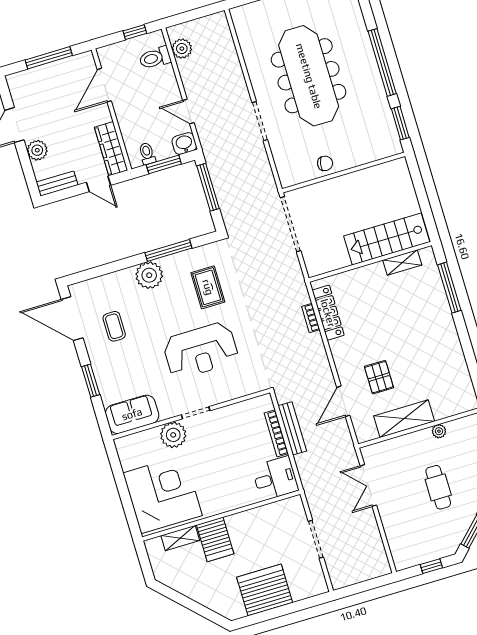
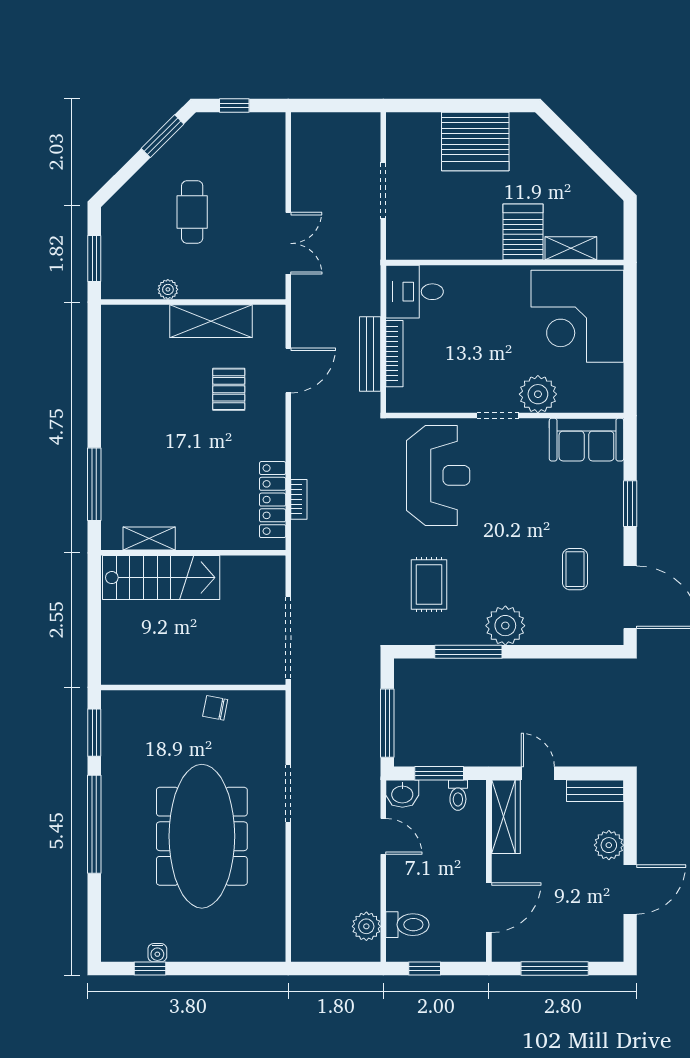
reception desk: (201, 350) -> (438, 475), moved, turned 90

